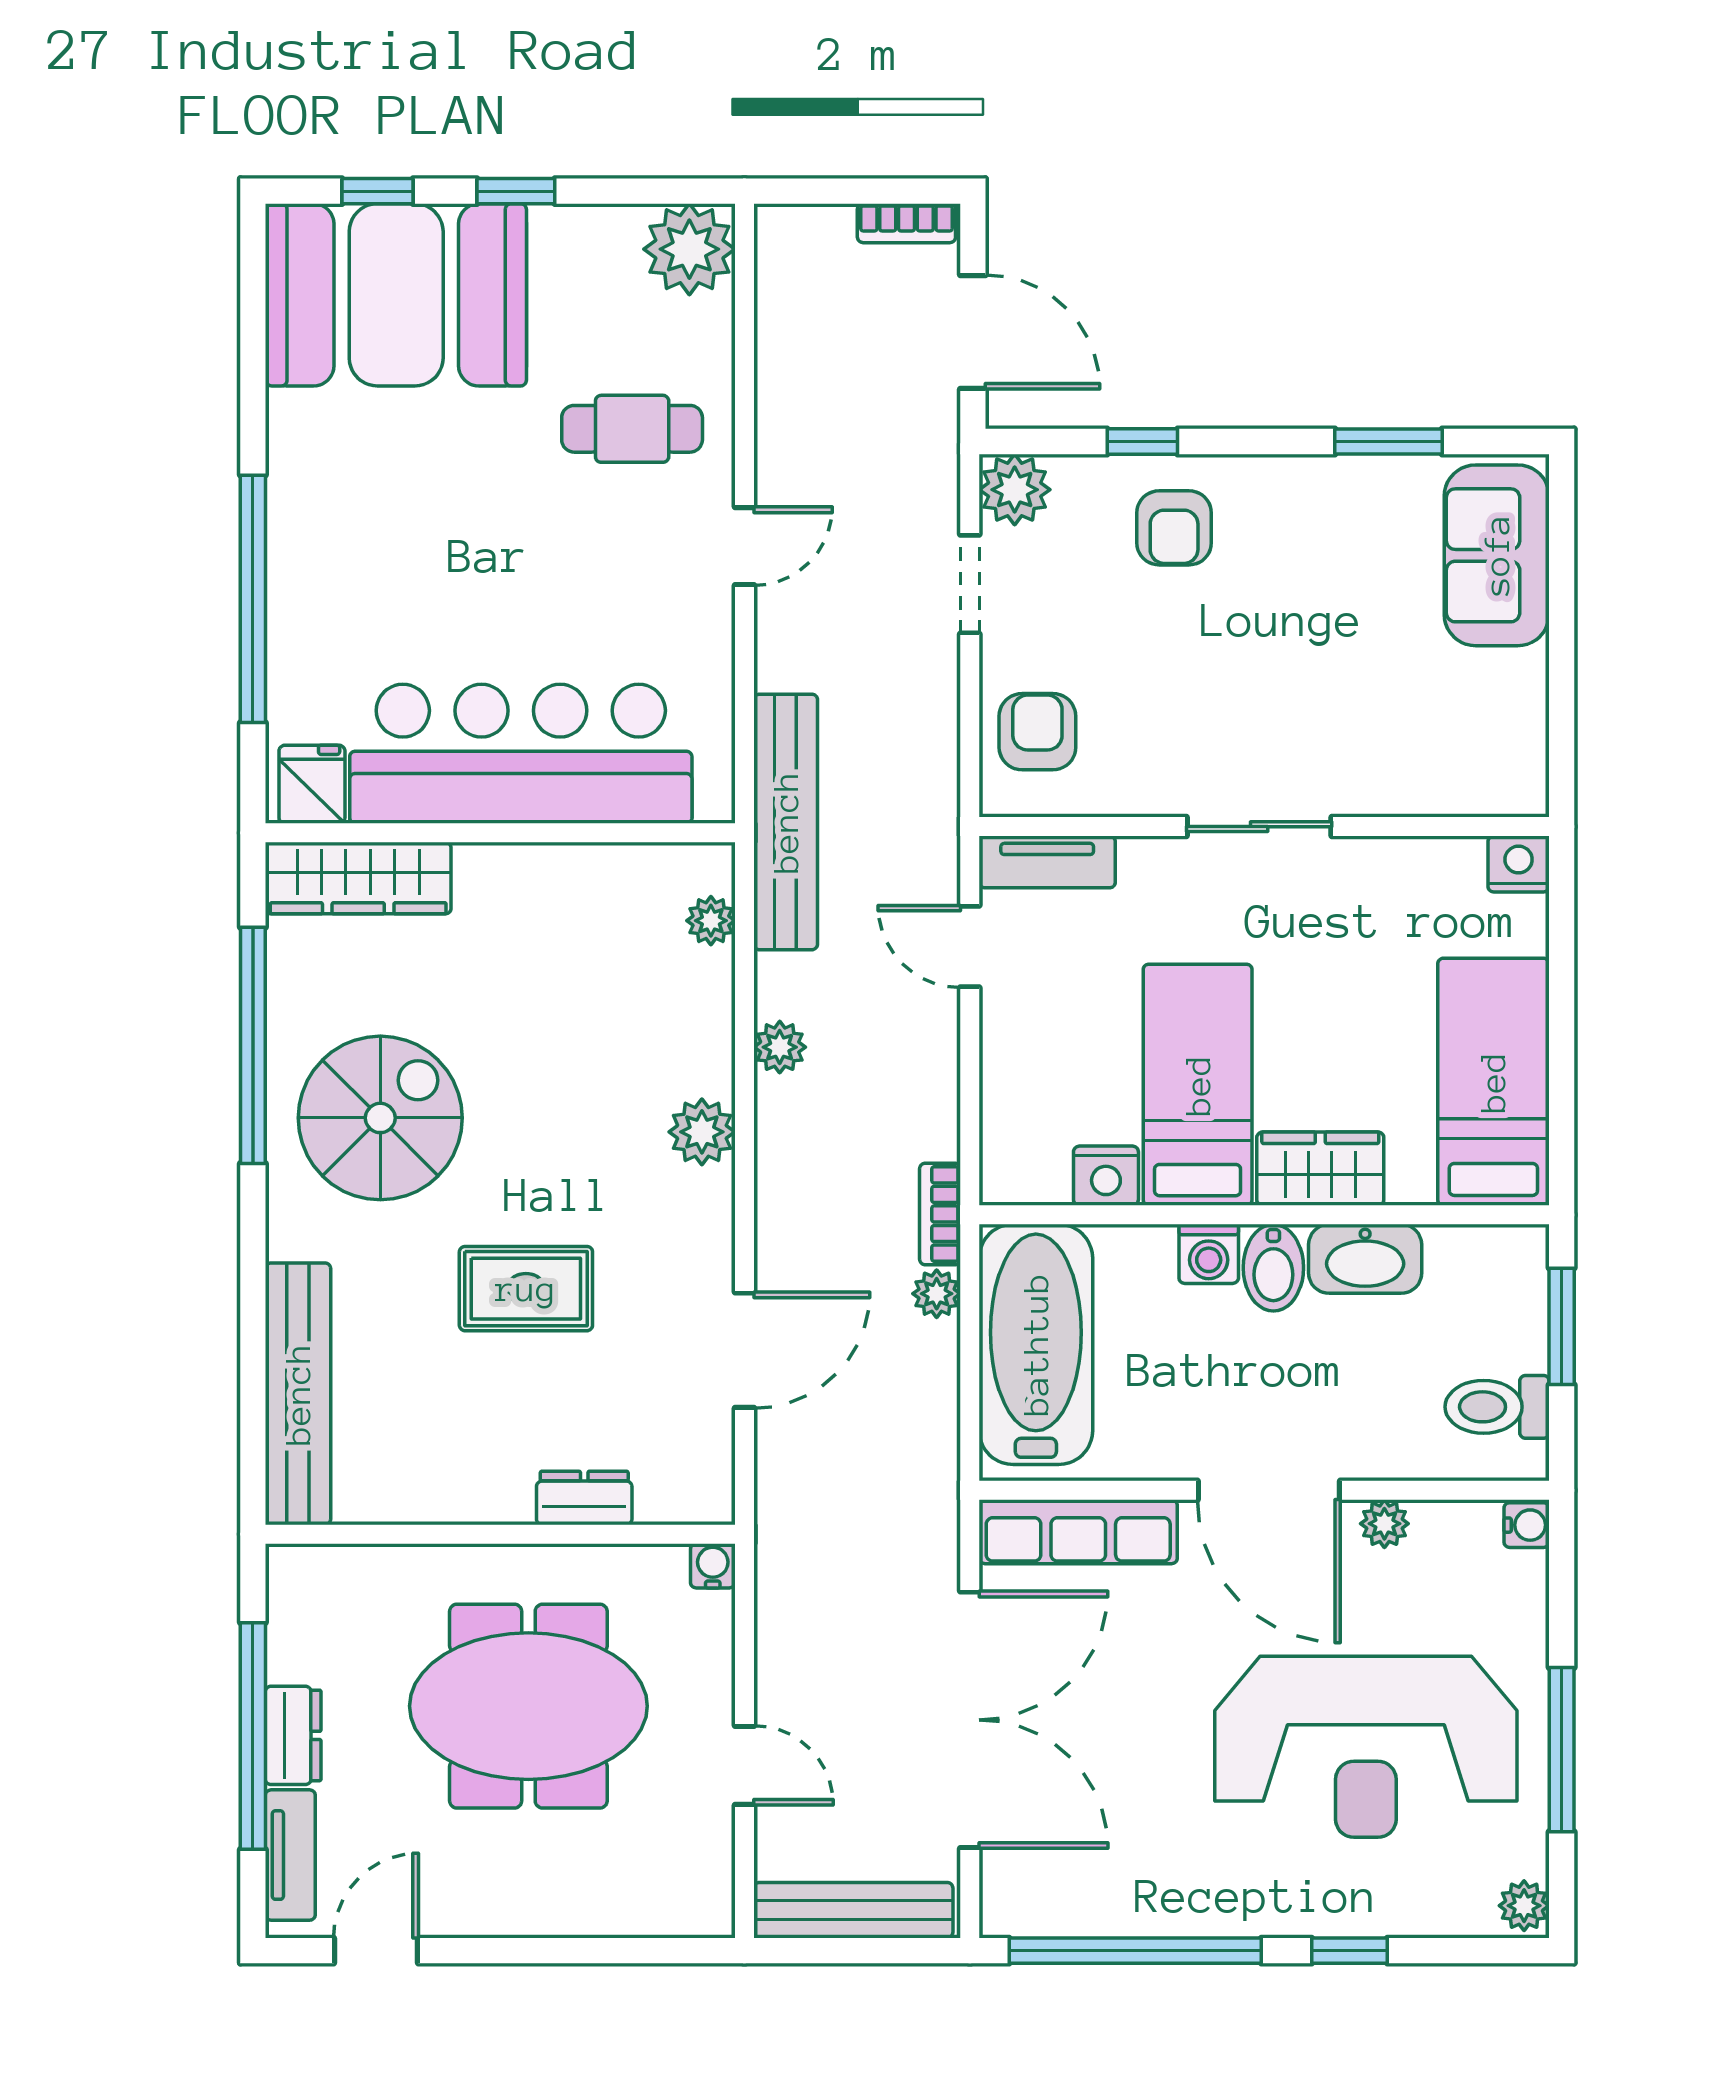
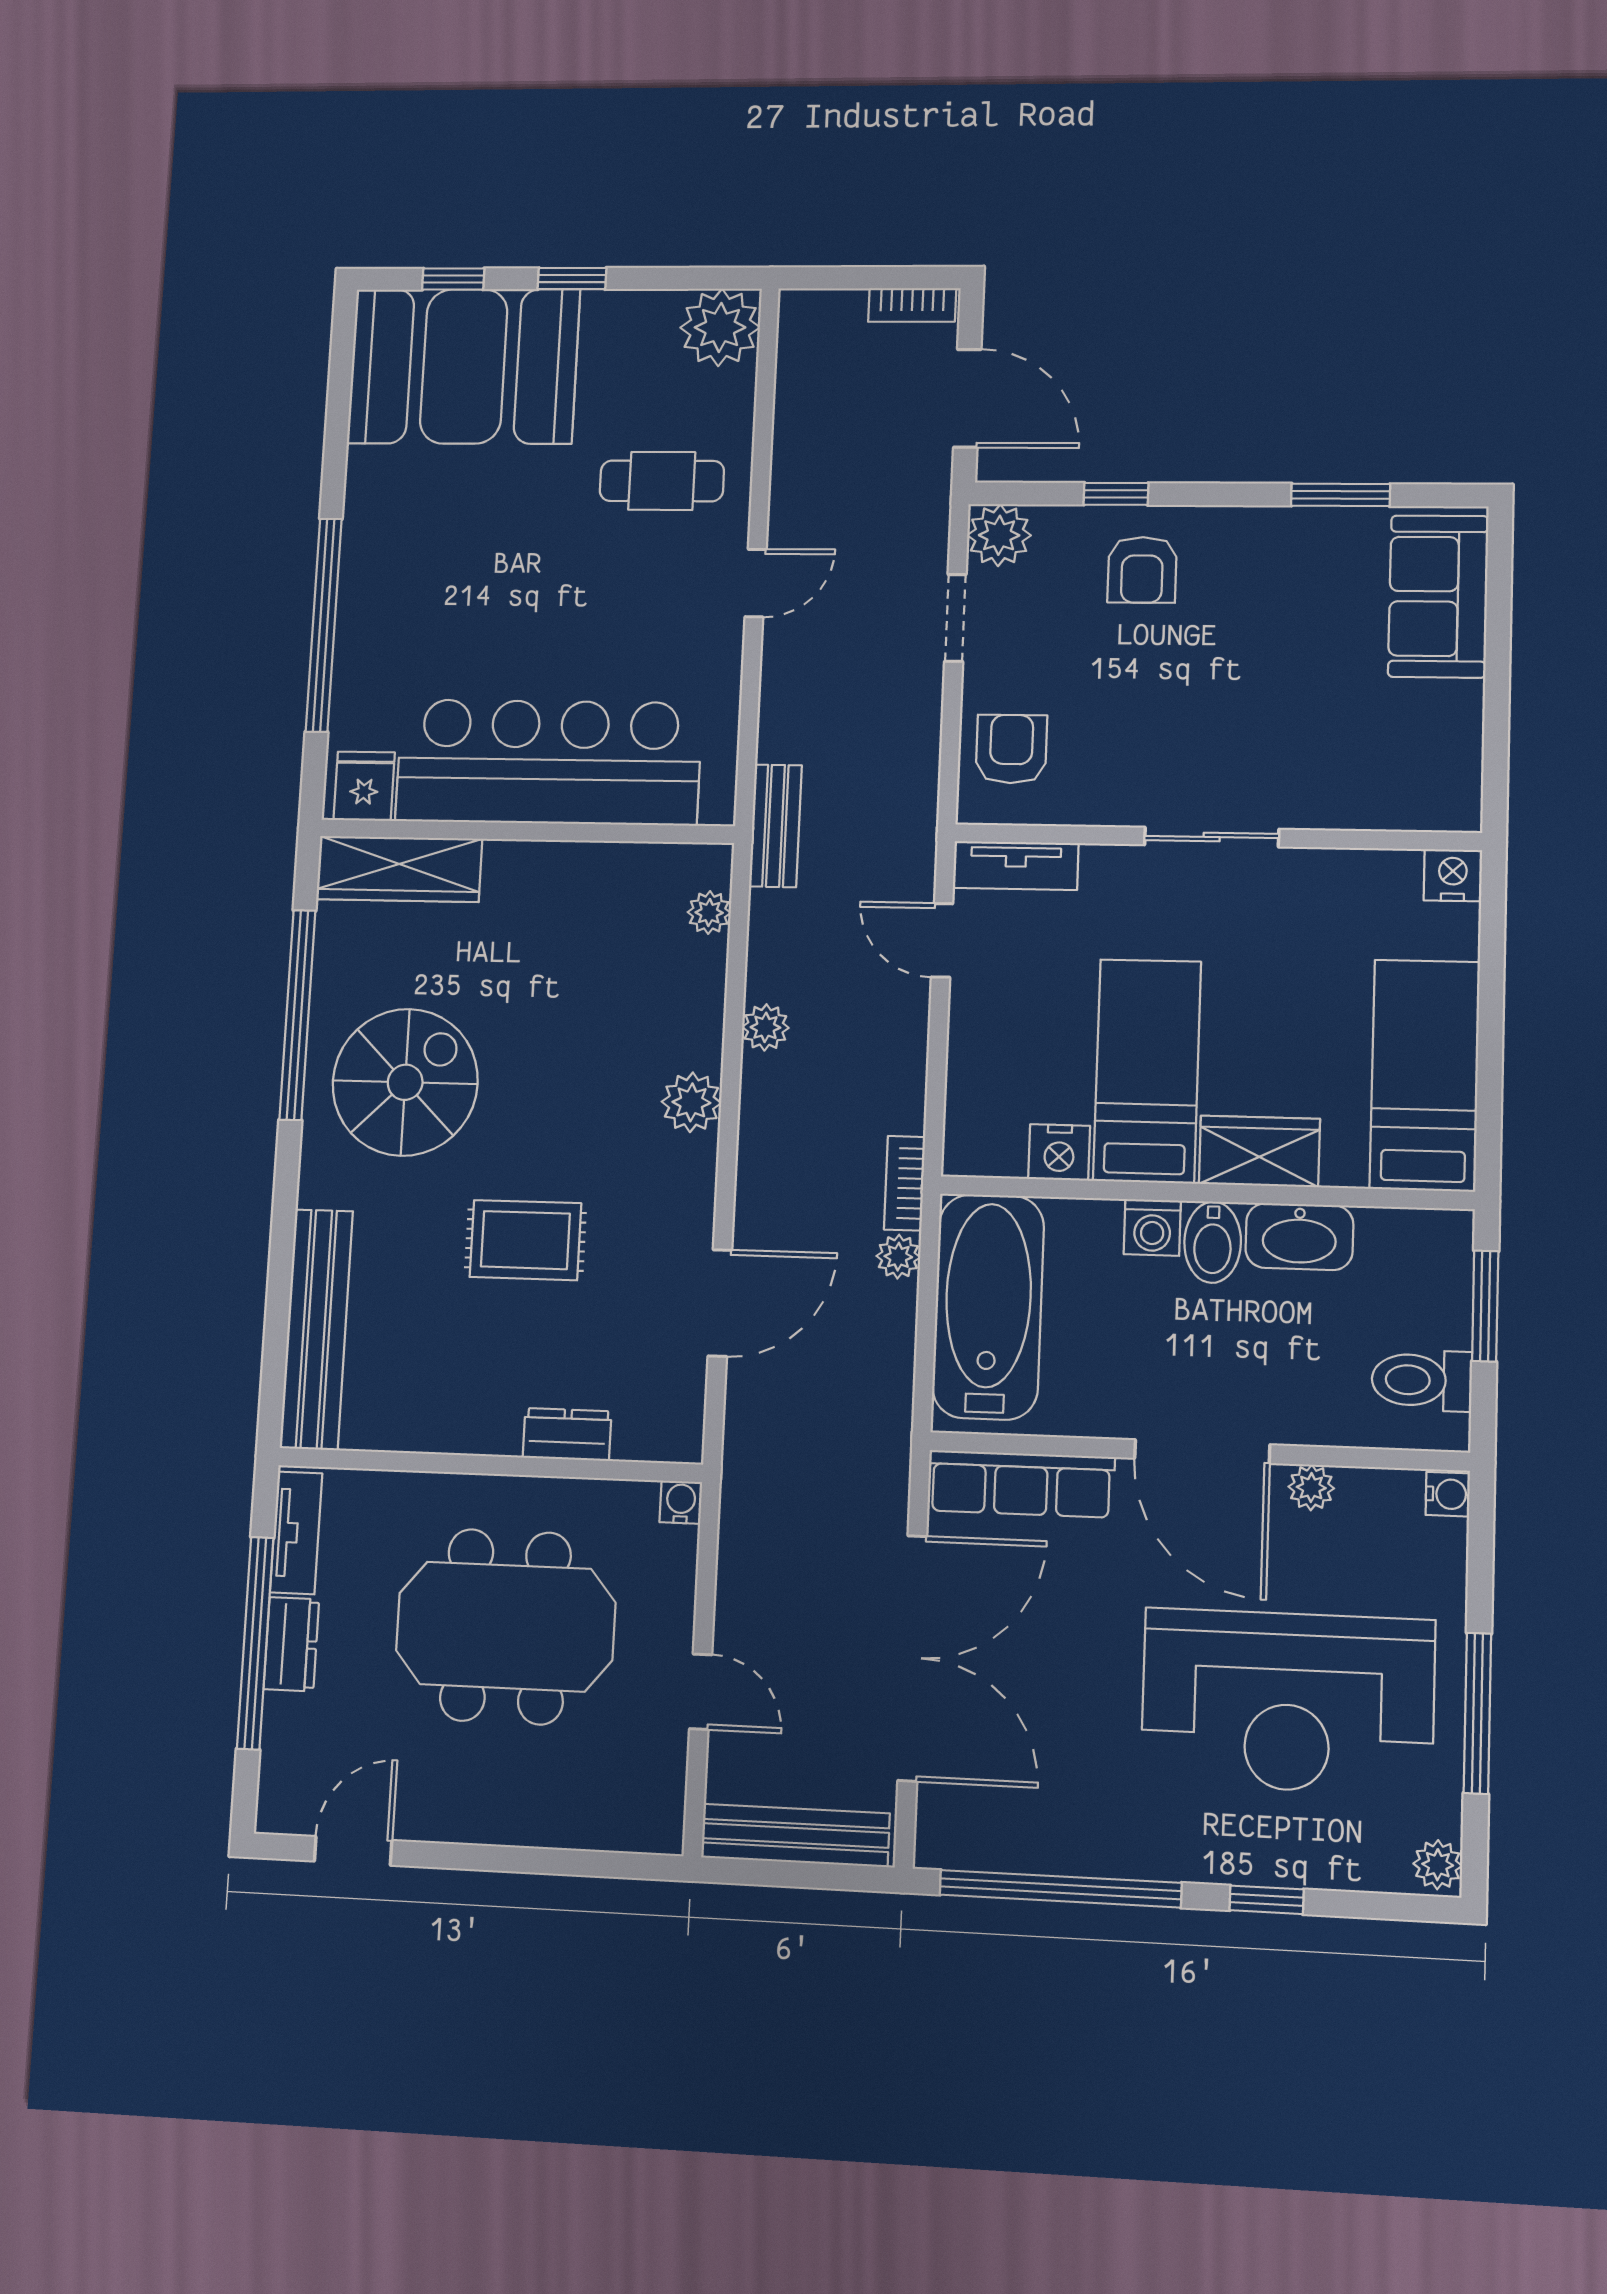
bench: (786, 822) -> (775, 826), width x0.54, depth x0.82
tv unit: (290, 1855) -> (296, 1533), moved

